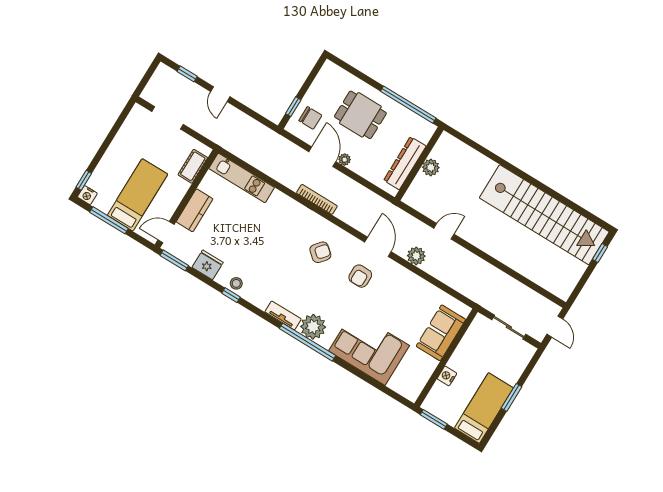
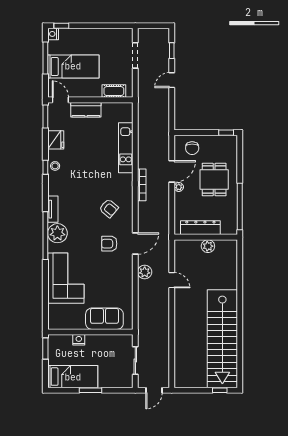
window: (293, 107) -> (226, 133), moved
kitchen unit: (242, 178) -> (126, 148), moved

